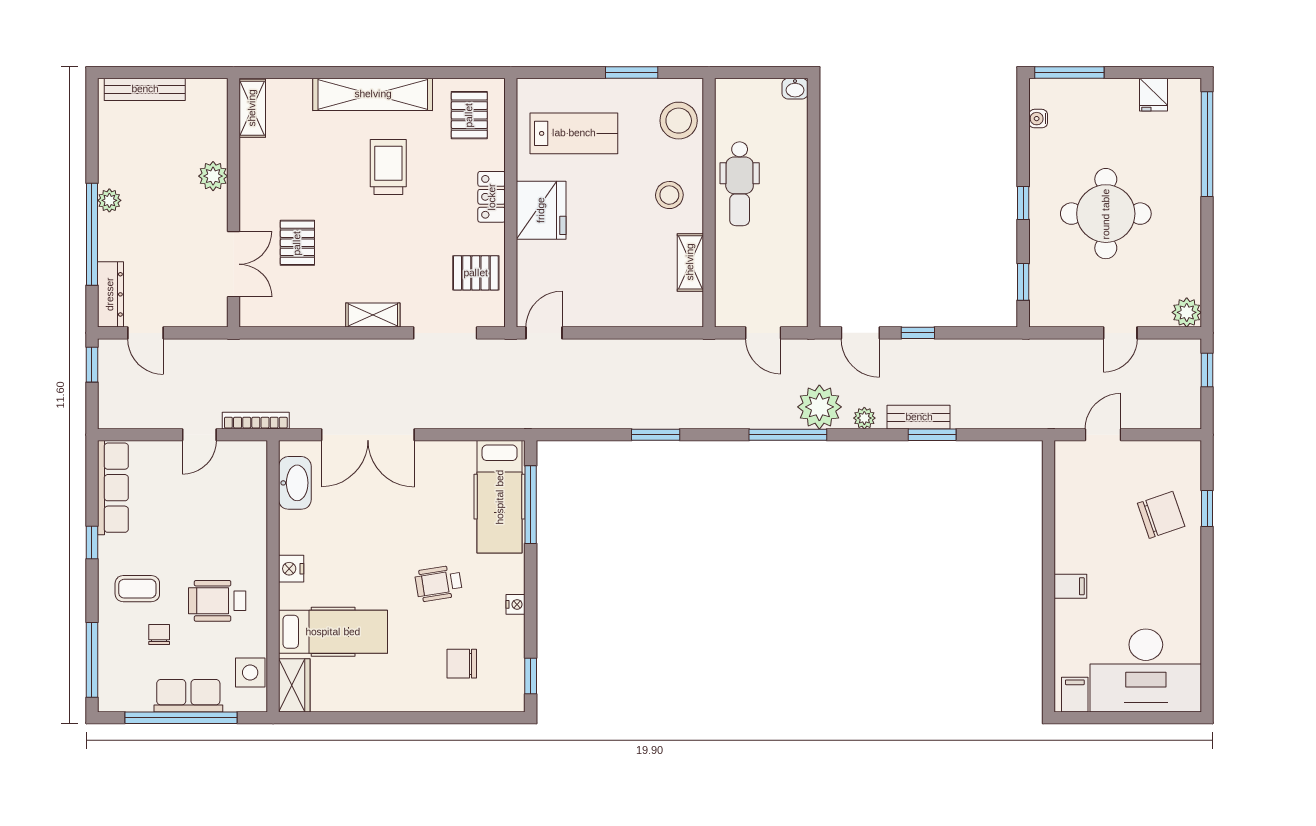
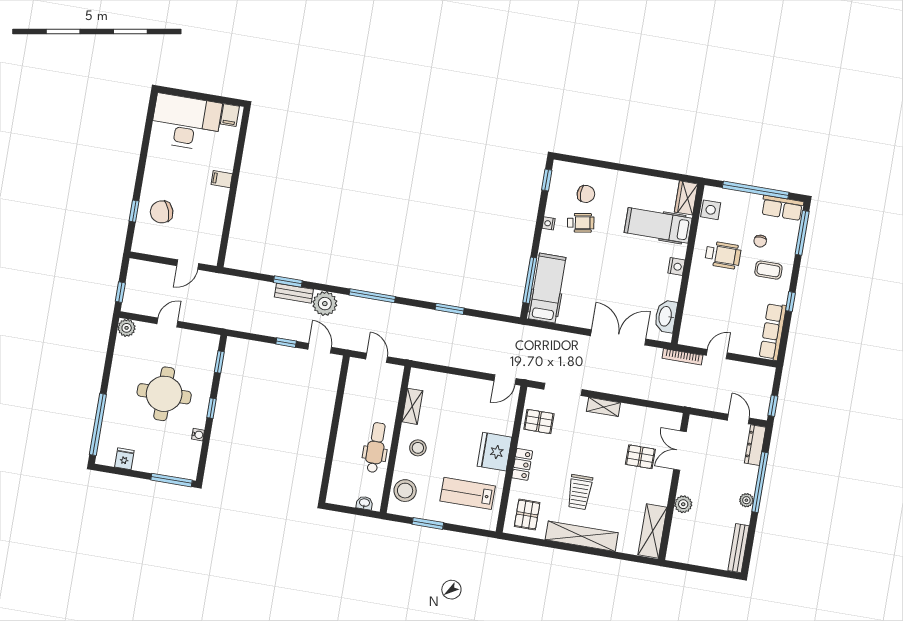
bench: (145, 89) -> (739, 548), moved, turned 90
washbasin: (795, 89) -> (364, 503), moved
shelving: (252, 108) -> (652, 531), width x1.50, depth x1.33
water cooler: (1038, 119) -> (198, 435), moved
pallet: (297, 243) -> (640, 457), turned 90
plant: (819, 407) -> (351, 309), removed
plant: (864, 418) -> (325, 304), width x1.88, depth x1.88
wheelchair: (439, 583) -> (581, 223), moved
row of seats: (188, 696) -> (782, 208), moved

